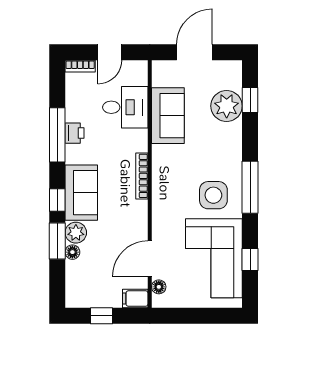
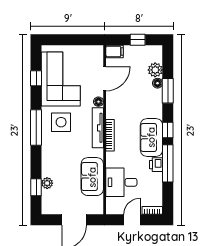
plant: (227, 106) -> (47, 183), width x0.53, depth x0.53
tv unit: (160, 187) -> (98, 128), added
sofa: (81, 193) -> (151, 137), moved
window: (57, 200) -> (168, 130), moved
plant: (76, 233) -> (155, 70), moved
floor lamp: (159, 287) -> (98, 102), moved

